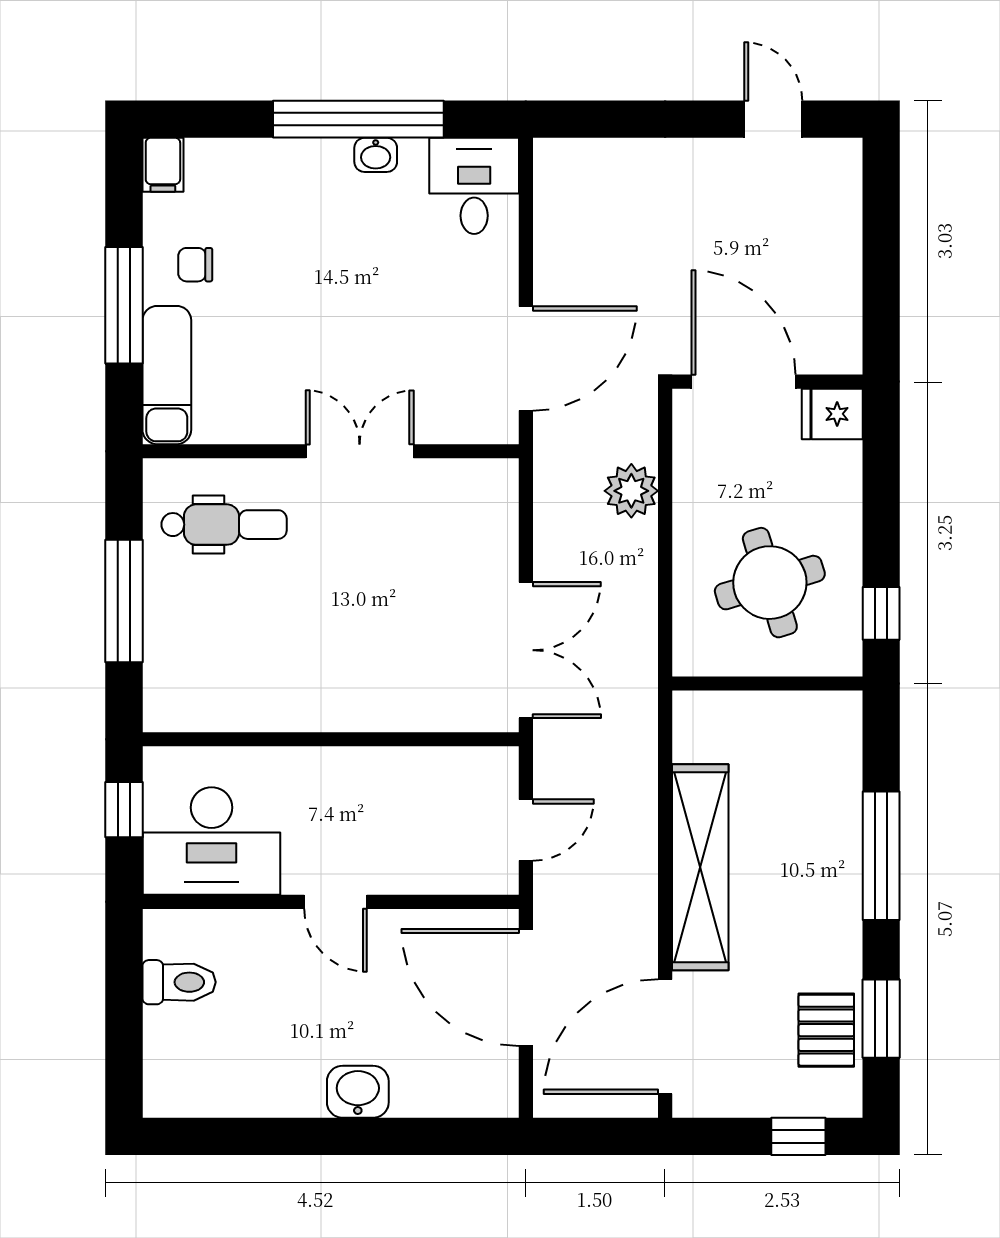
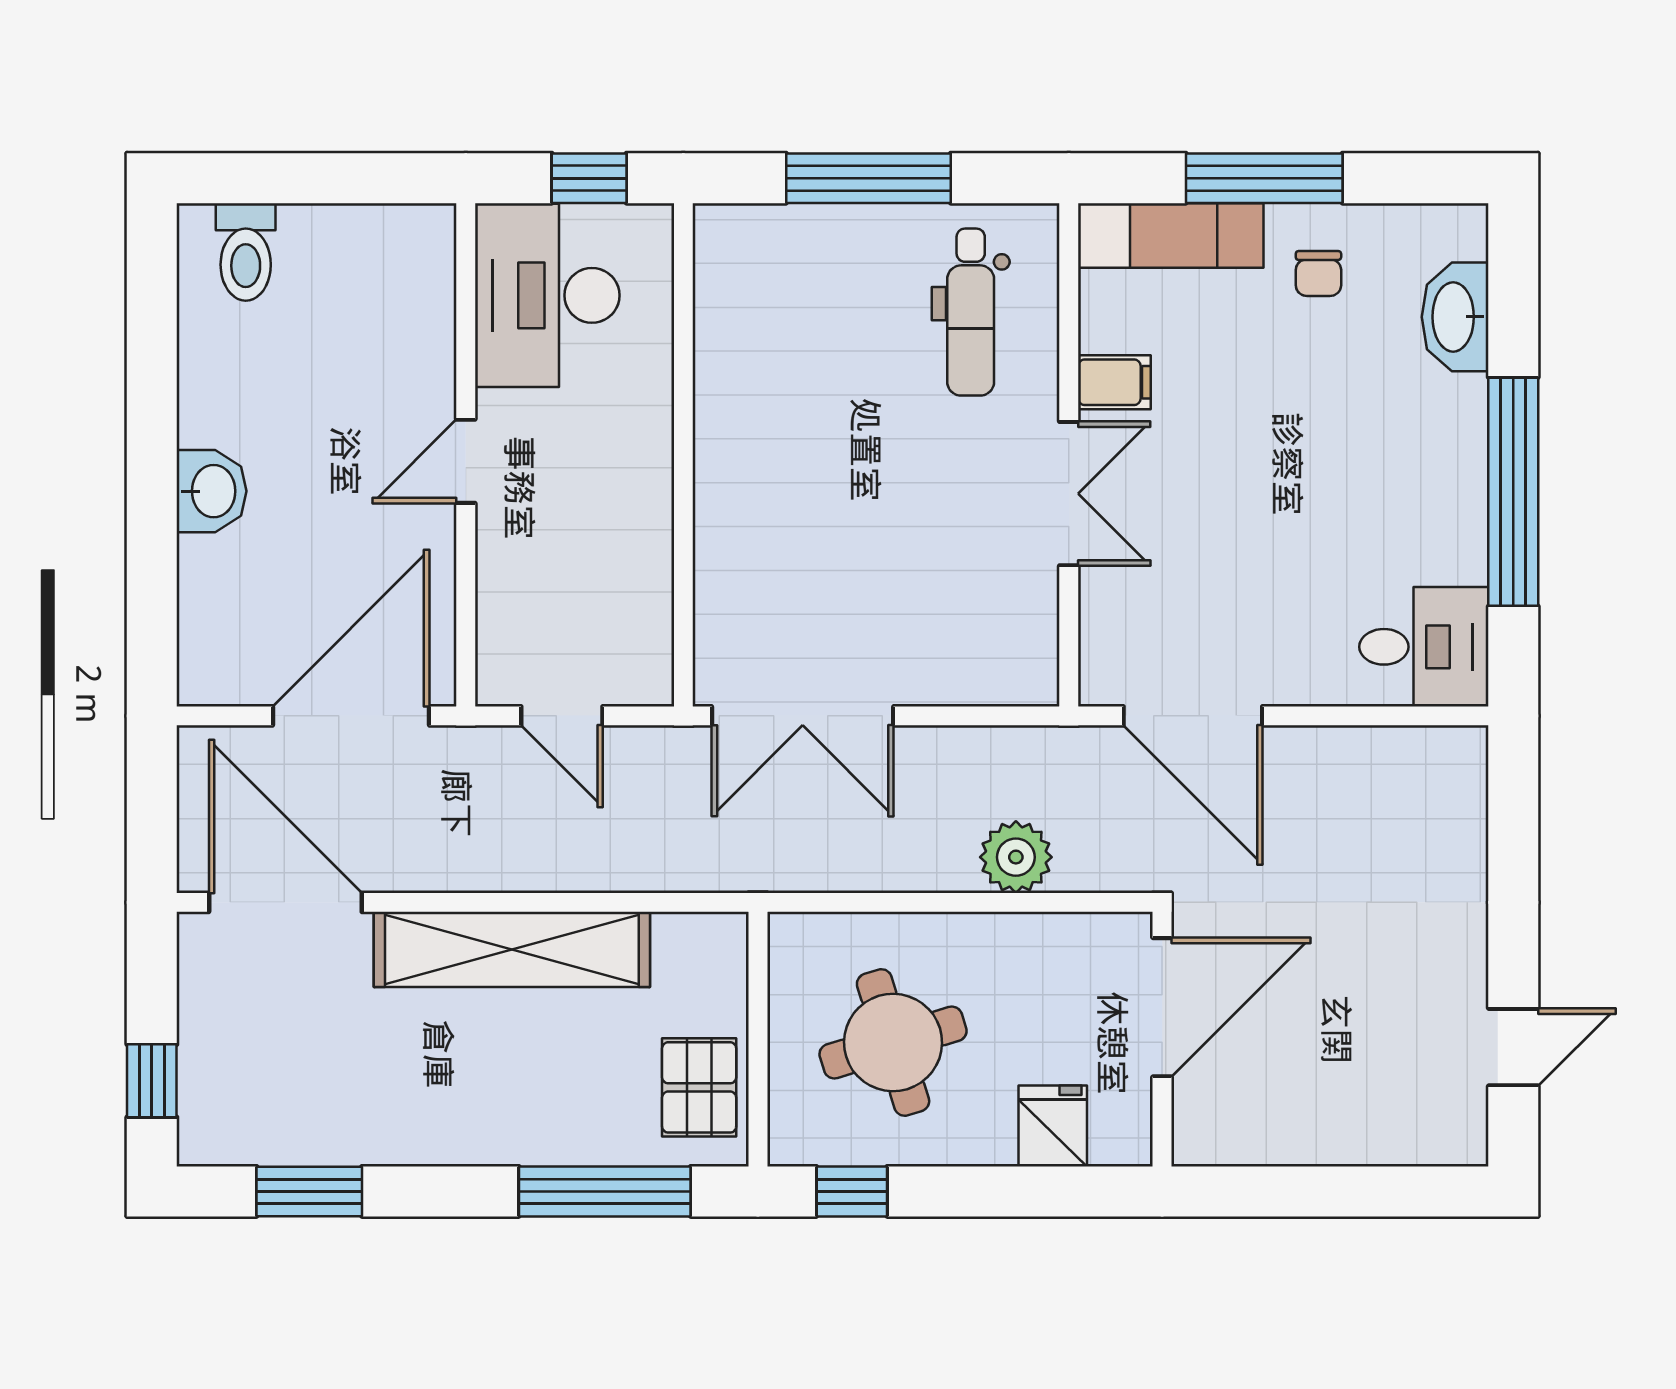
washbasin: (376, 155) -> (1455, 317), moved, width x1.91, depth x1.45
filing cabinet: (163, 165) -> (1114, 382), moved, turned 180
chair: (195, 265) -> (1318, 274), turned 180
fridge: (832, 414) -> (1053, 1126), moved
window: (881, 856) -> (605, 1191), moved
toilet: (179, 982) -> (246, 252), moved
pallet: (826, 1030) -> (699, 1087), moved, turned 90

